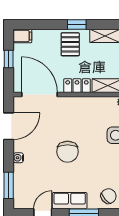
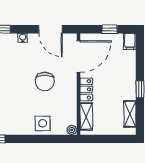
pallet: (70, 44) -> (123, 83), removed
chair: (68, 152) -> (45, 81), moved, turned -90

